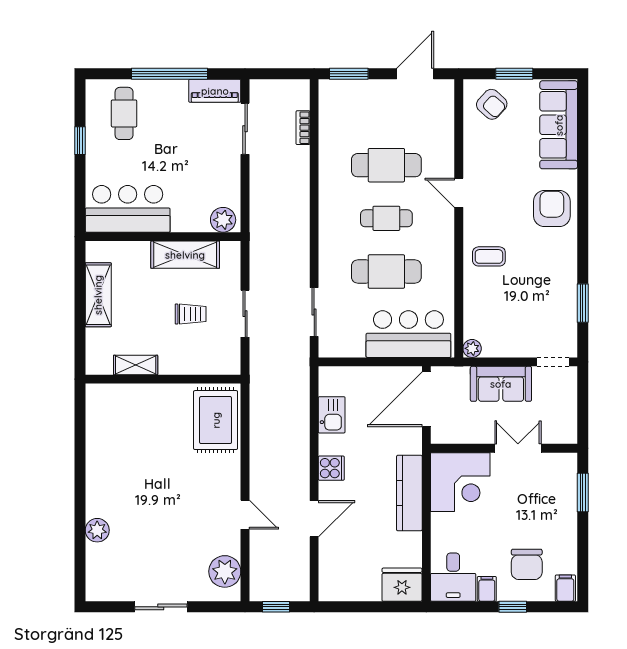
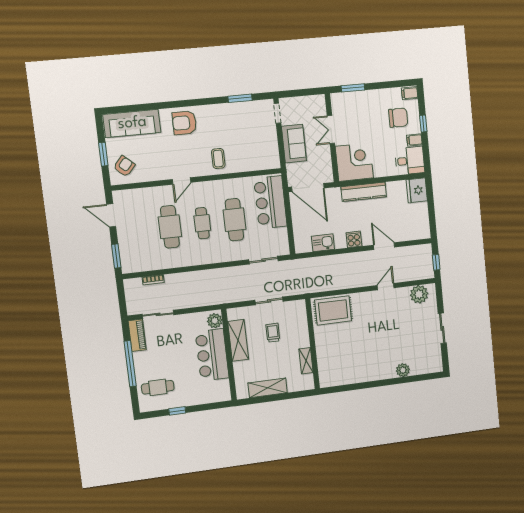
bar counter: (128, 209) -> (212, 355), moved
plant: (472, 348) -> (275, 163), removed

